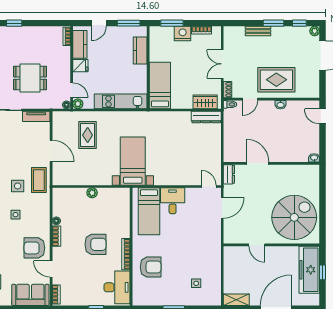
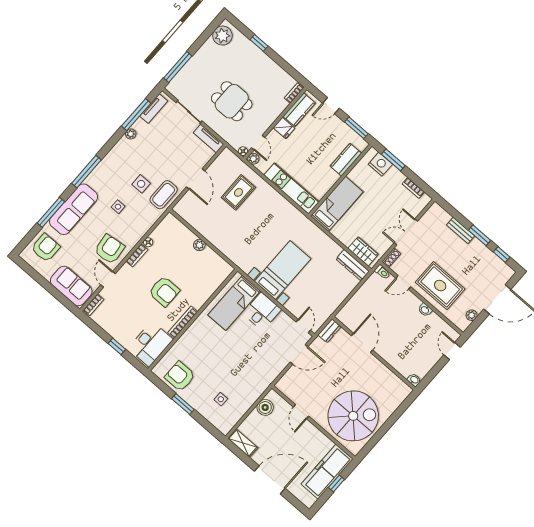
plant: (315, 31) -> (472, 315), moved
nightstand: (183, 34) -> (380, 164), moved
bed with nightstands: (133, 161) -> (283, 270), moved
armchair: (34, 248) -> (109, 249), turned 83
boiler: (231, 263) -> (265, 407), added
armchair: (151, 267) -> (180, 376), moved, turned 180

